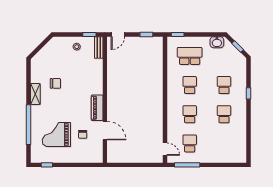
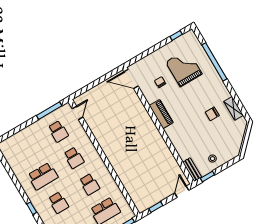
shelving: (35, 94) -> (234, 108), moved
school desk: (224, 114) -> (43, 176), width x1.85
door: (105, 131) -> (131, 79), moved
grand piano: (56, 135) -> (184, 68), turned -90
door: (165, 149) -> (77, 113), swing flipped

